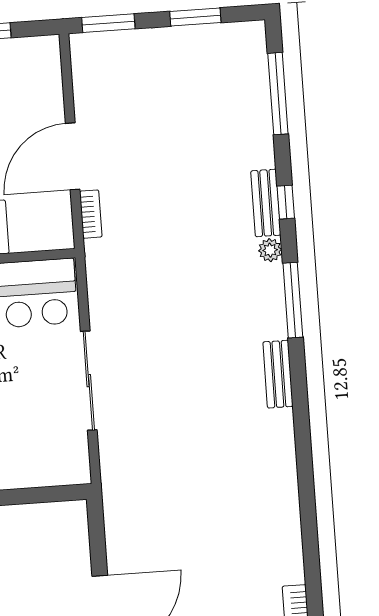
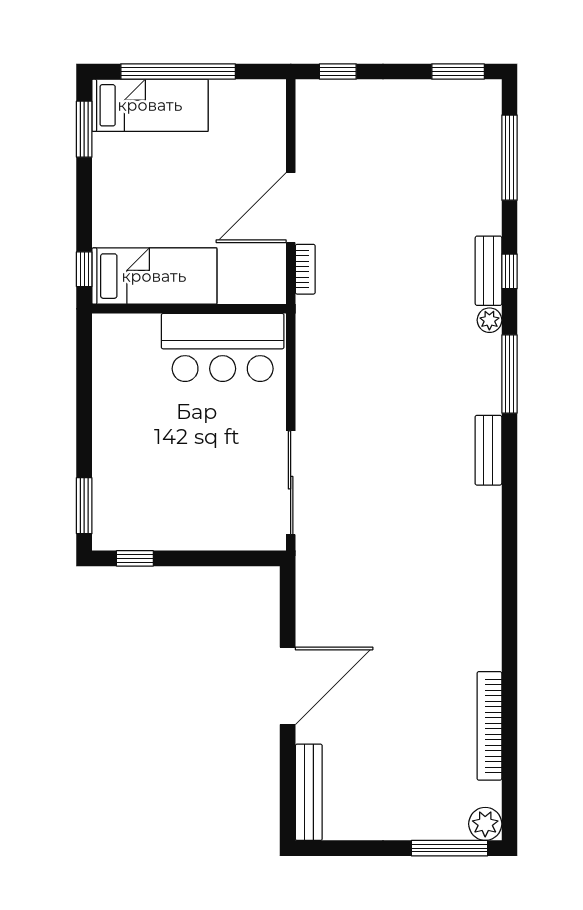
window: (195, 17) -> (458, 72), moved
window: (108, 23) -> (338, 72), width x0.67
sliding door: (89, 381) -> (291, 483), moved

